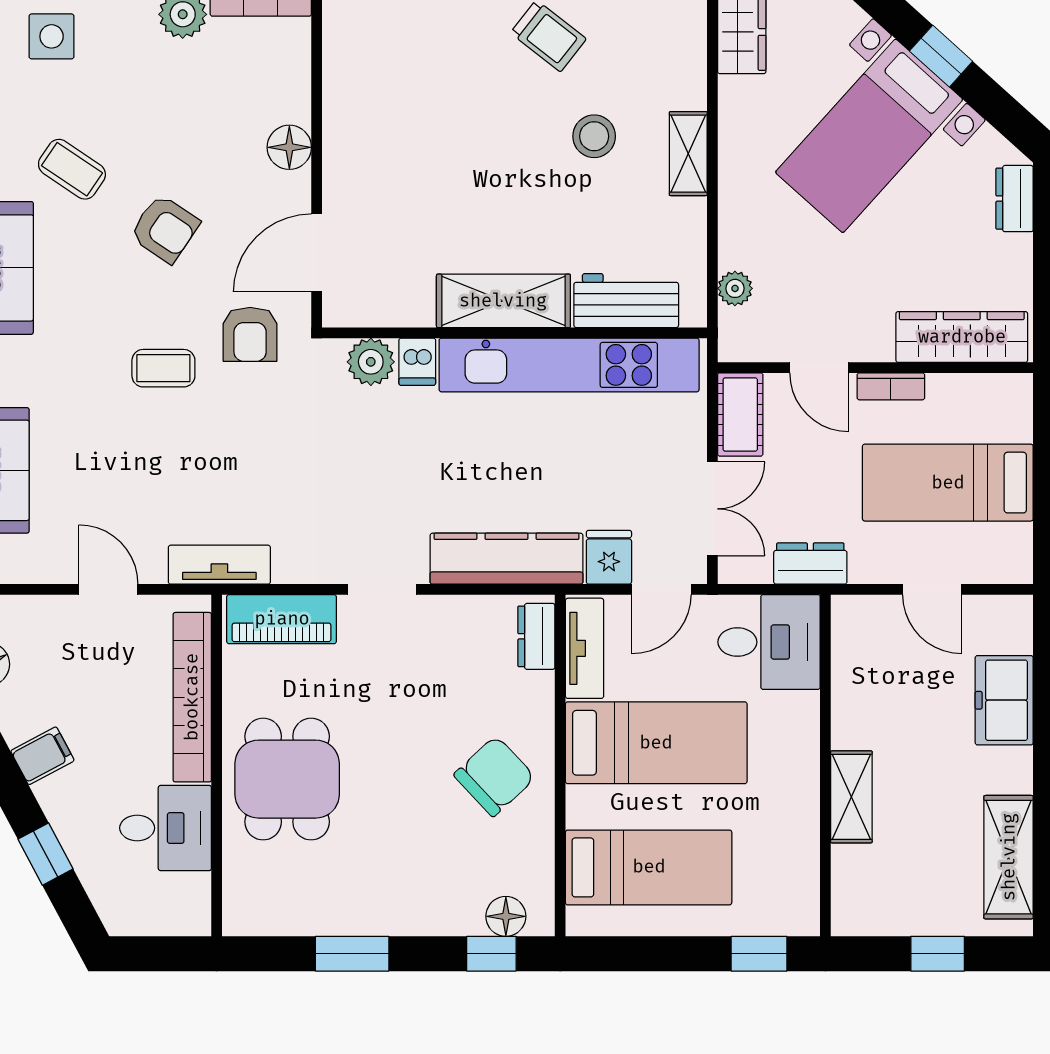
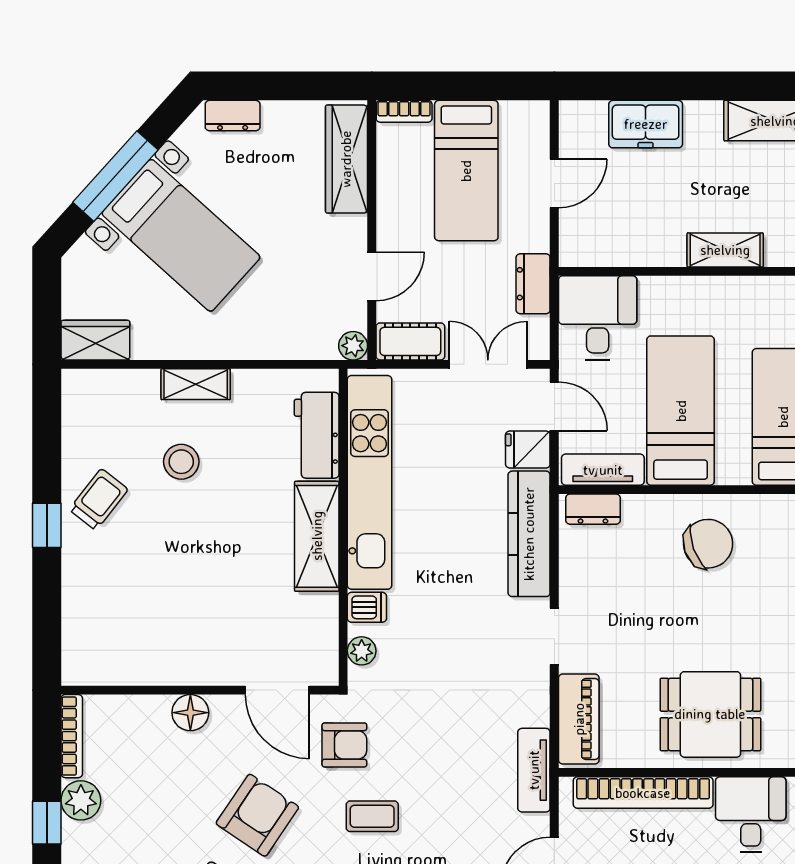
window: (941, 56) -> (115, 176), width x2.17
armchair: (165, 229) -> (257, 815), width x1.38, depth x1.38
plant: (735, 288) -> (353, 346), moved
plant: (371, 362) -> (362, 651), width x0.73, depth x0.73
coffee table: (163, 368) -> (372, 816), turned 90
bookcase: (891, 386) -> (404, 111), moved, turned 90
chair: (494, 776) -> (708, 544), turned 113

